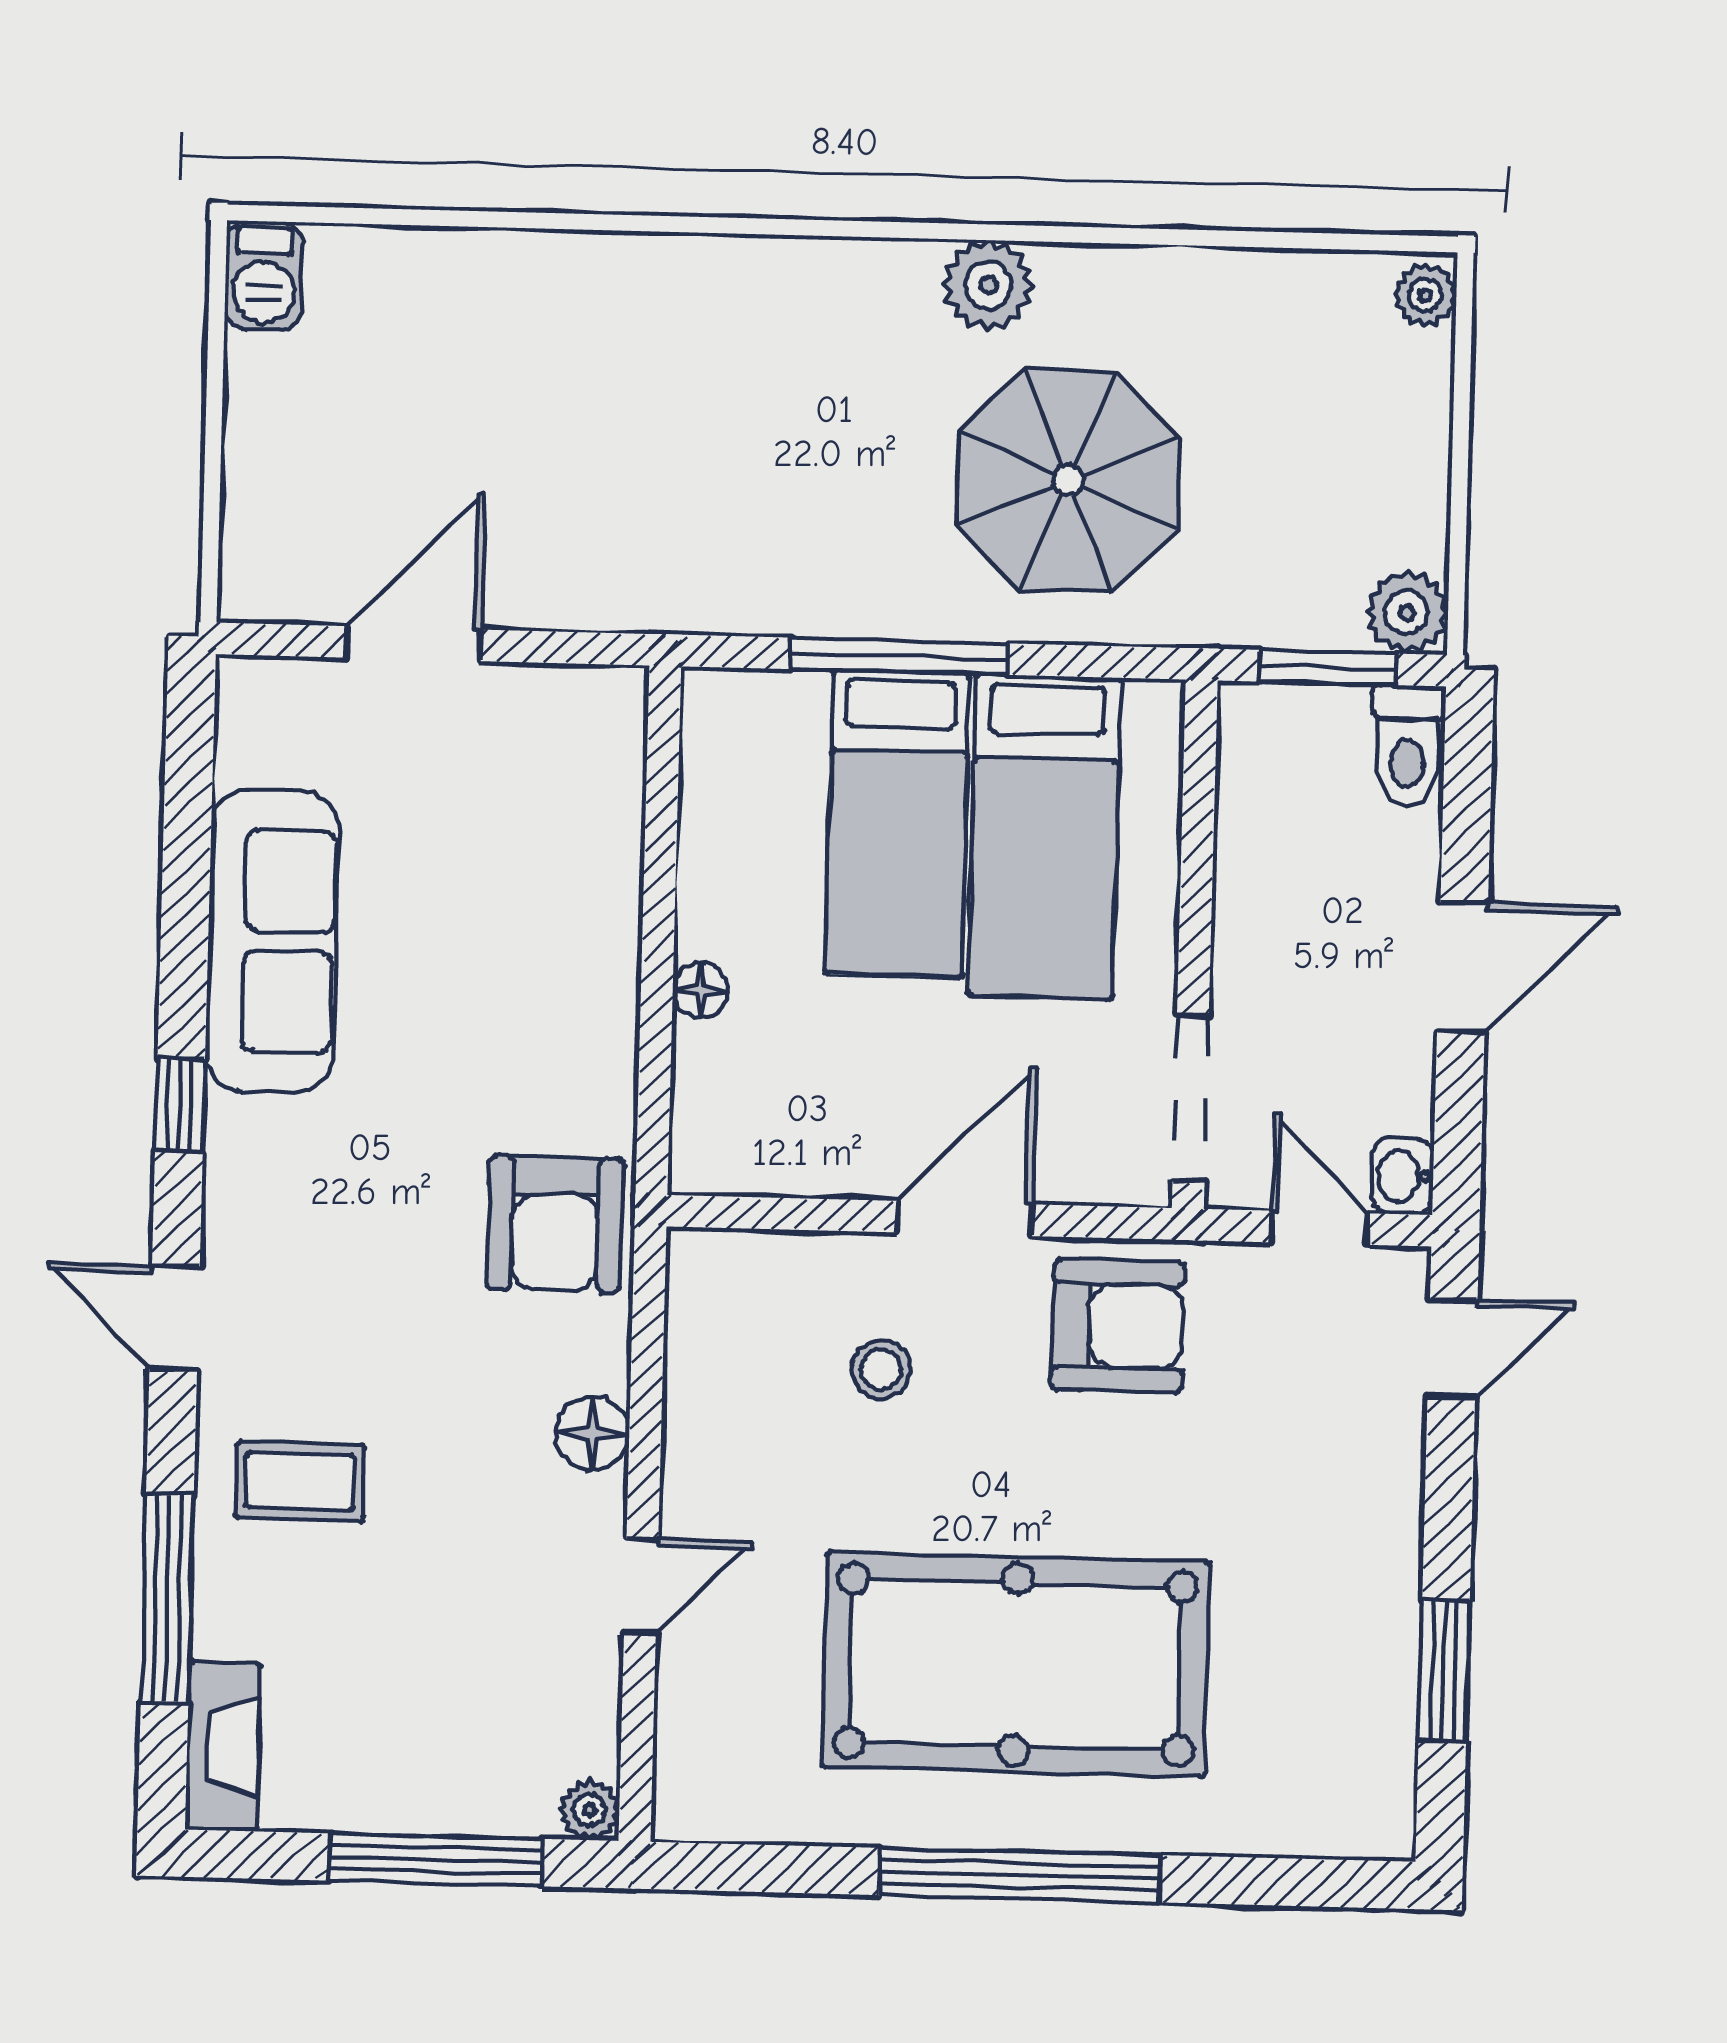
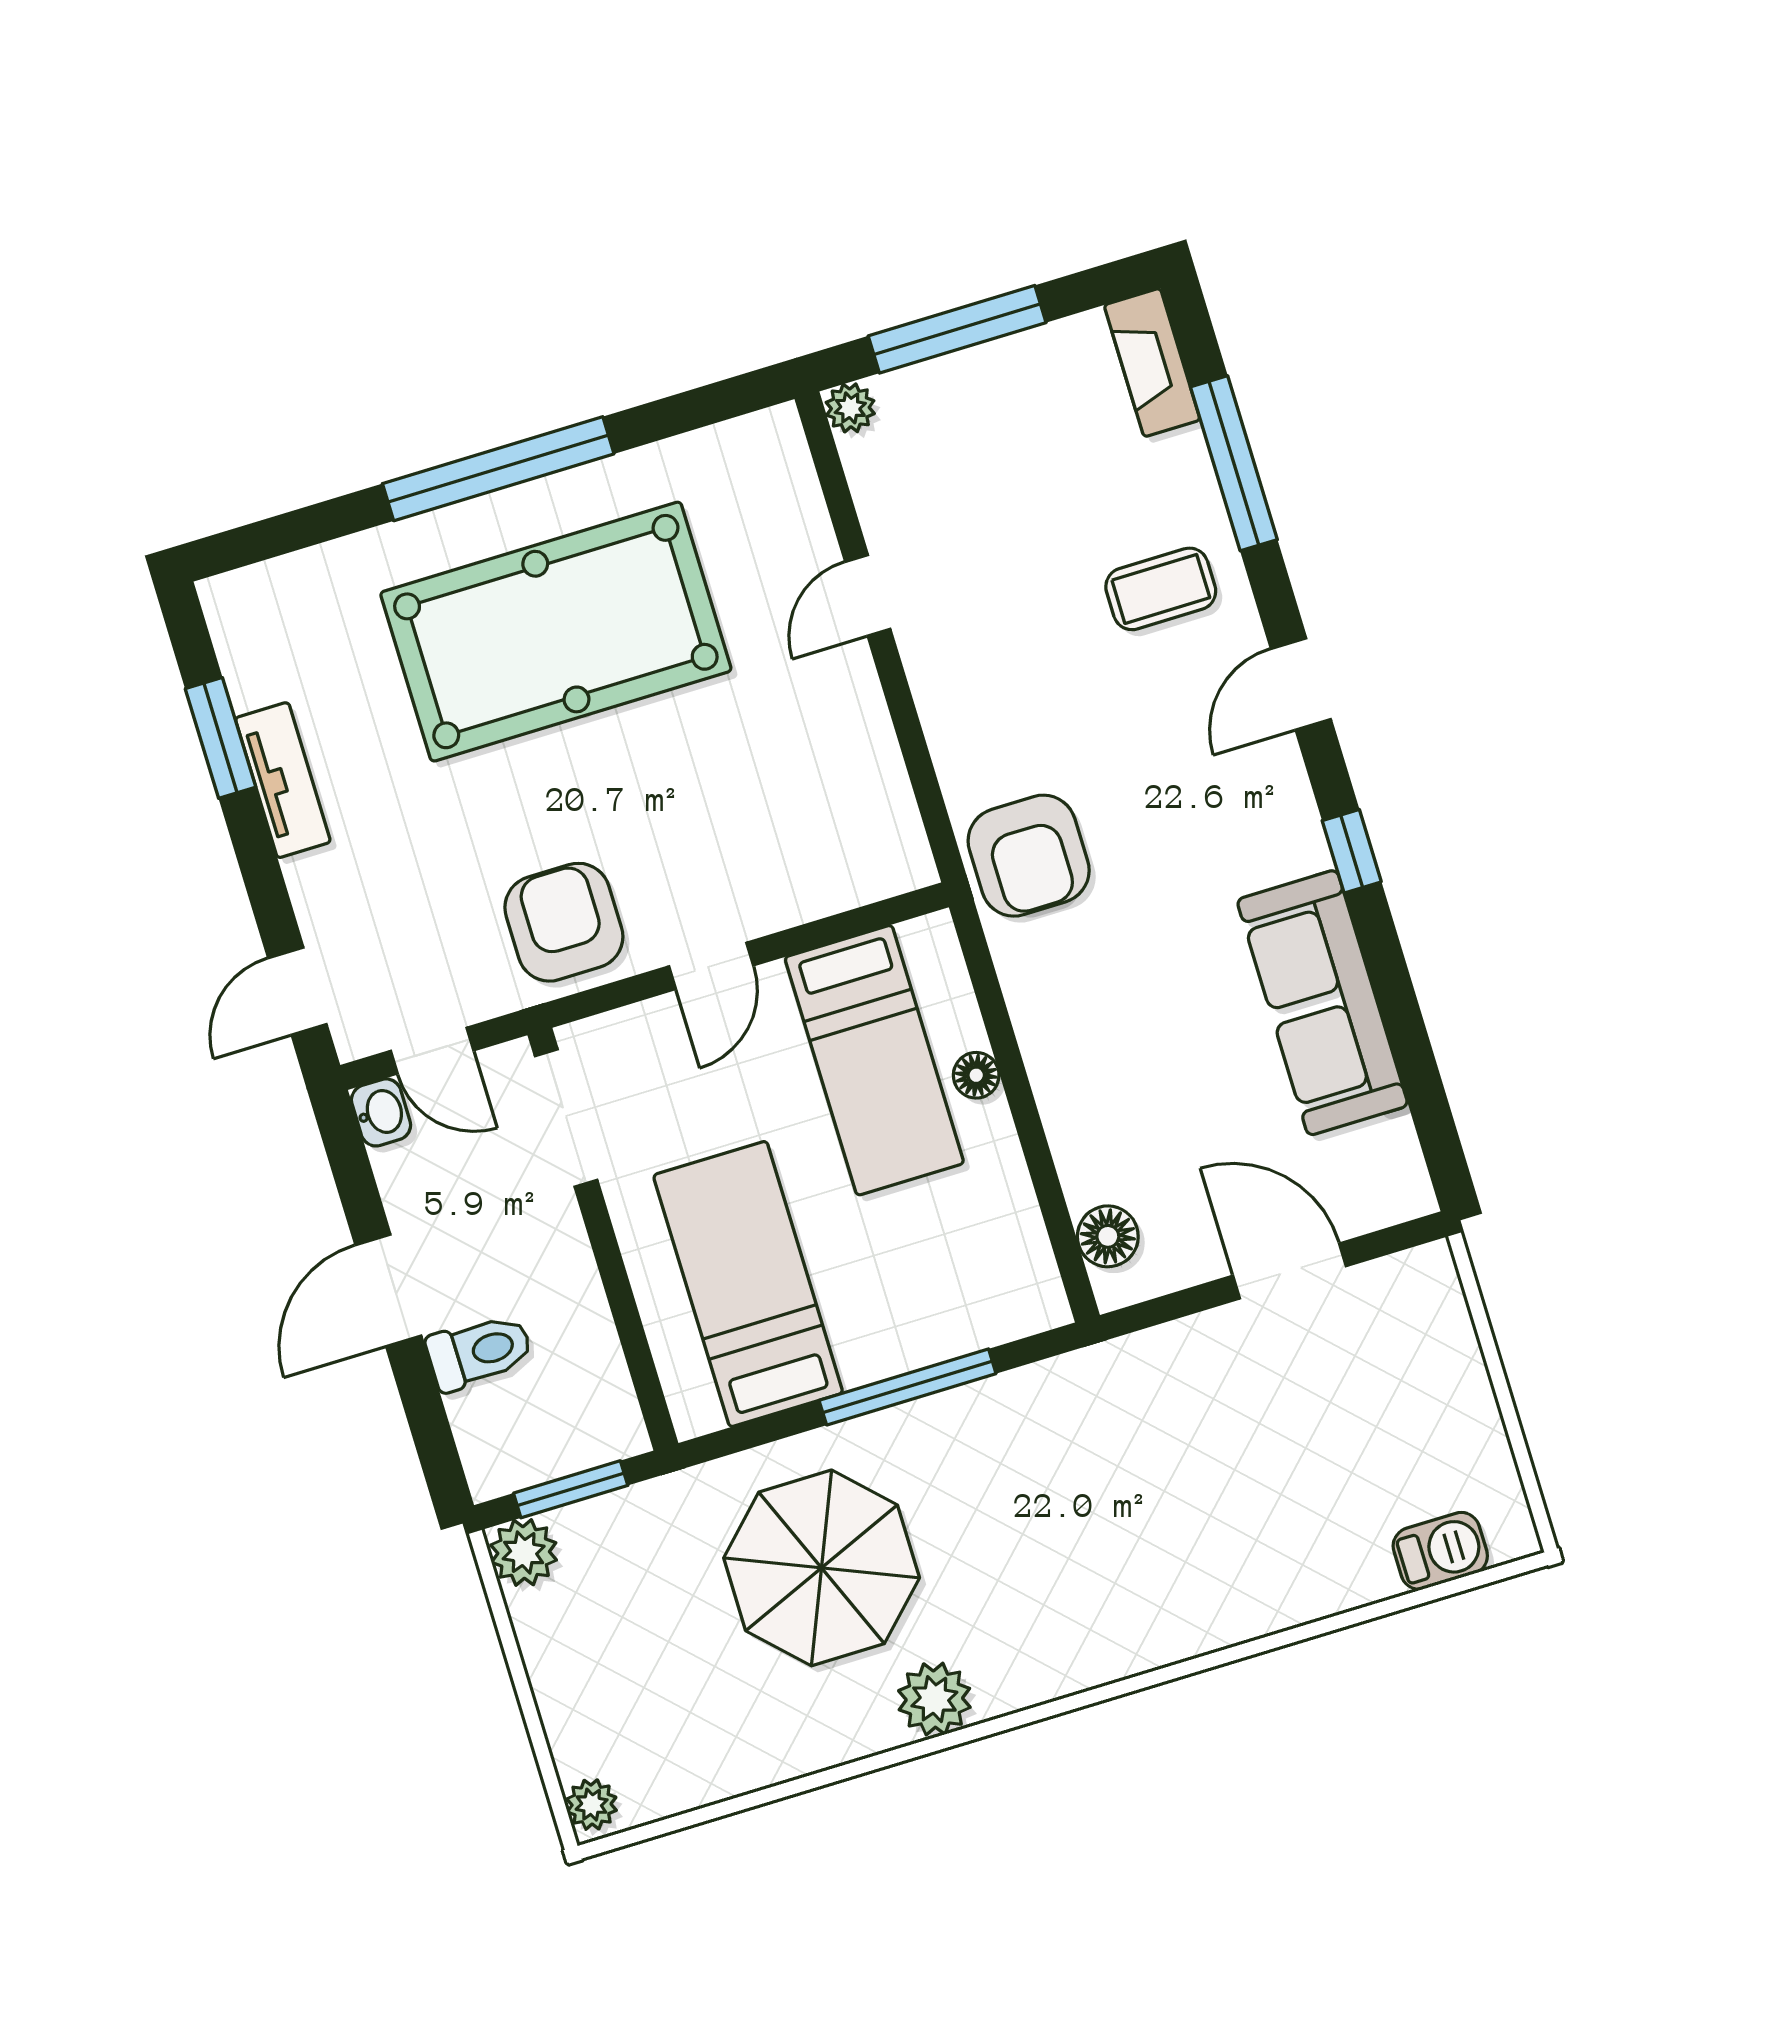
barbecue: (264, 276) -> (1440, 1551), moved, turned 90
door: (413, 644) -> (1289, 1271), swing flipped
toilet: (1408, 746) -> (479, 1352), moved, turned 90
bed: (897, 824) -> (874, 1060), moved, turned 180
door: (965, 1218) -> (711, 966), width x0.73
armchair: (555, 1224) -> (1029, 856), turned 180
door: (175, 1318) -> (1301, 684), swing flipped
armchair: (1118, 1326) -> (564, 922), turned 90
stool: (881, 1369) -> (737, 827), removed
floor lamp: (592, 1433) -> (1108, 1236), moved
tv unit: (1388, 1598) -> (283, 780), added

